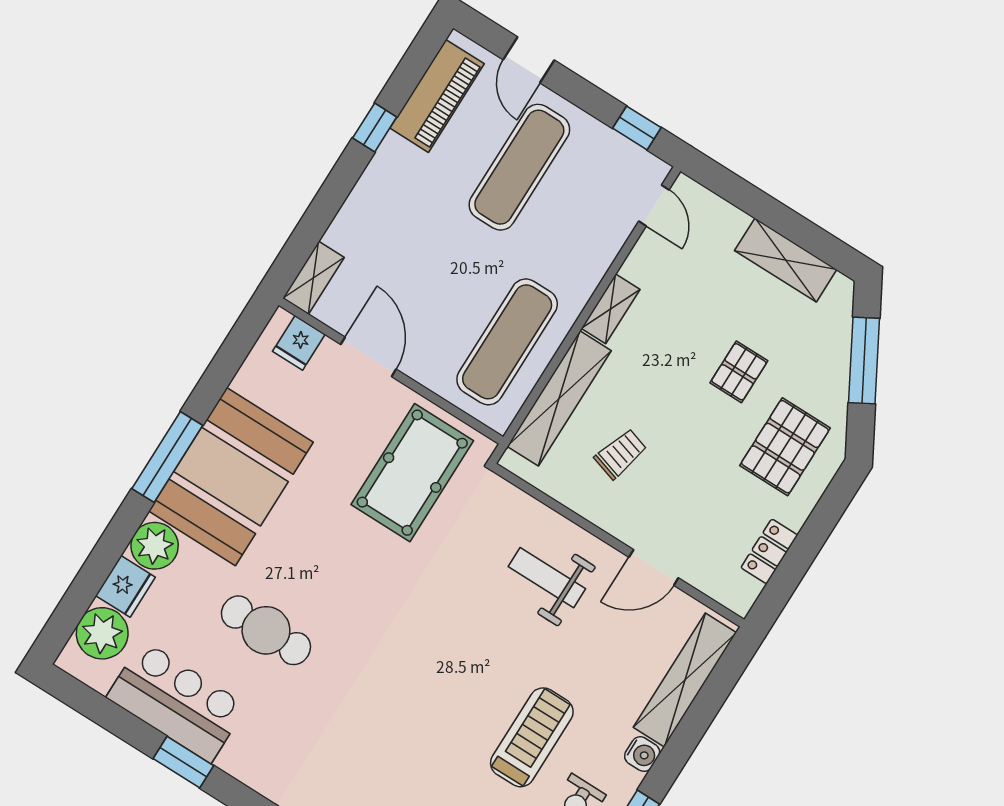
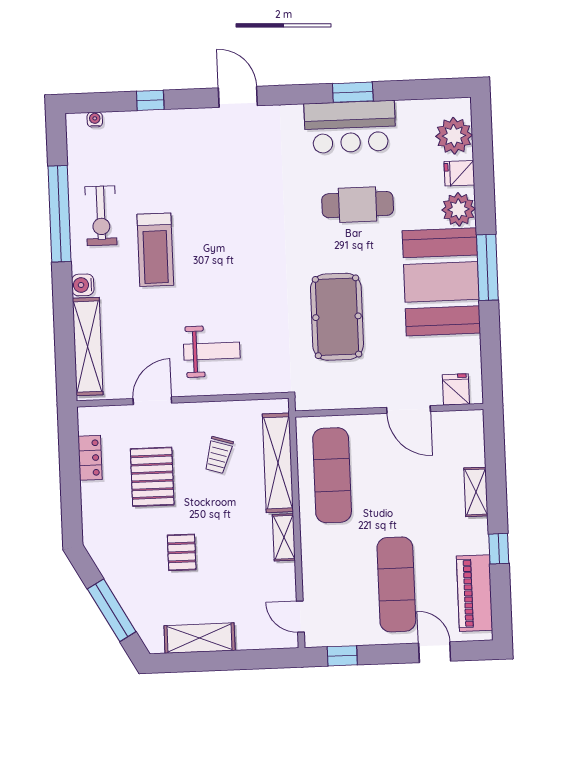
shelving: (314, 278) -> (476, 492), moved
pallet: (785, 447) -> (152, 477), moved
pool table: (412, 473) -> (337, 317), moved
fridge: (125, 586) -> (459, 173), width x0.72
bar counter: (177, 701) -> (350, 127), moved

